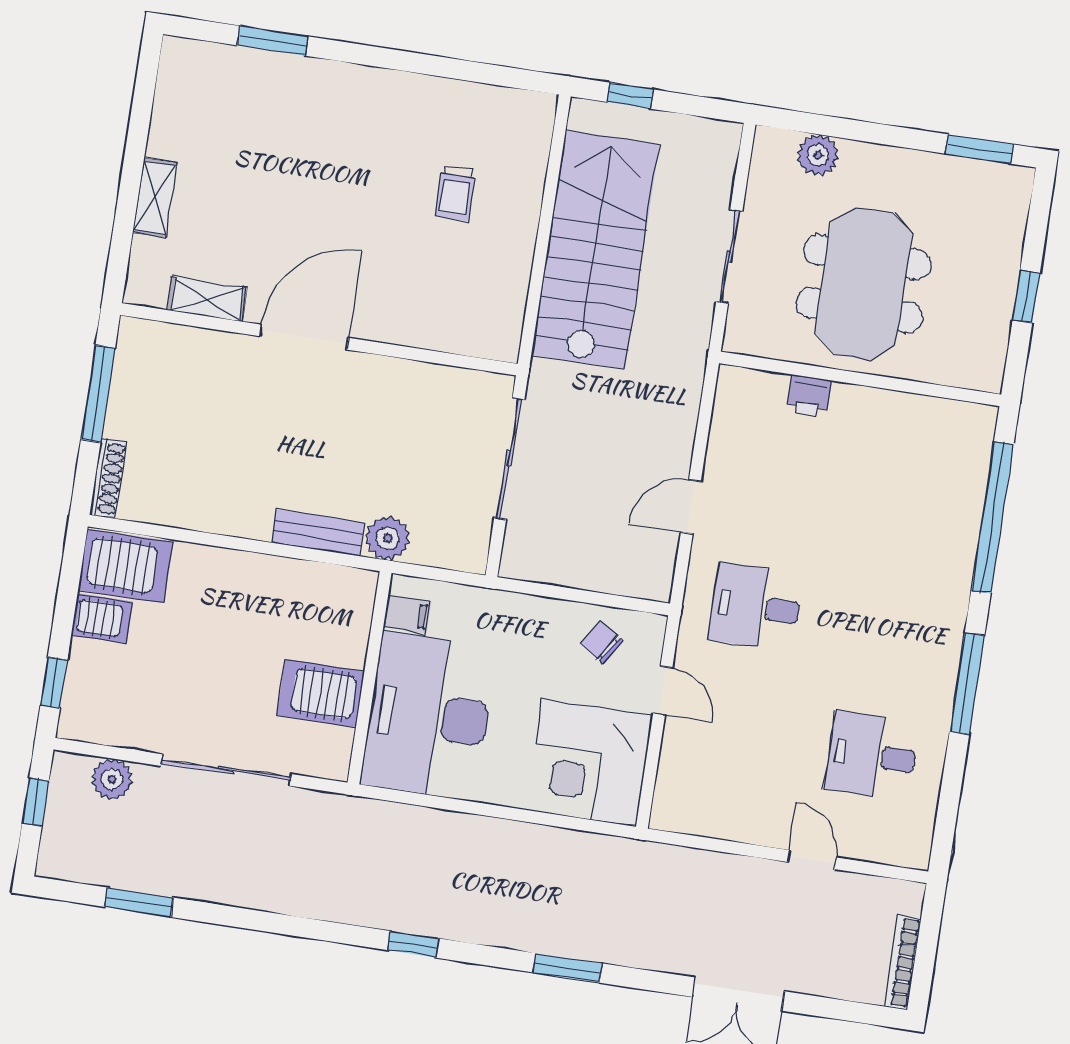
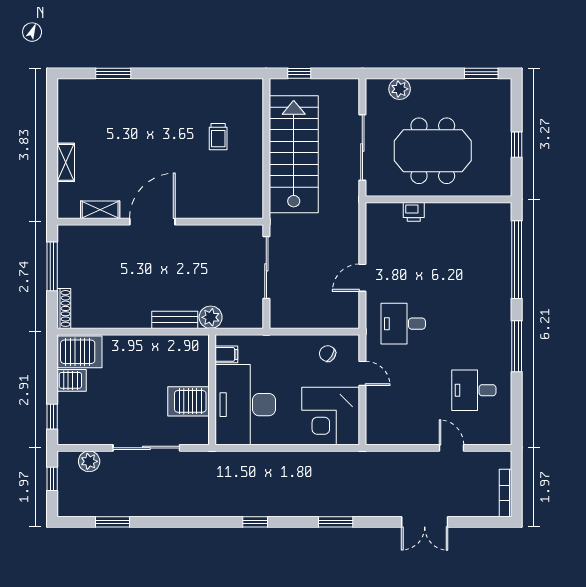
sliding door: (729, 257) -> (362, 148), width x1.37
meeting table: (863, 284) -> (433, 151), turned 90

